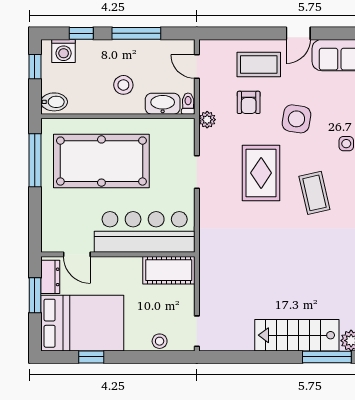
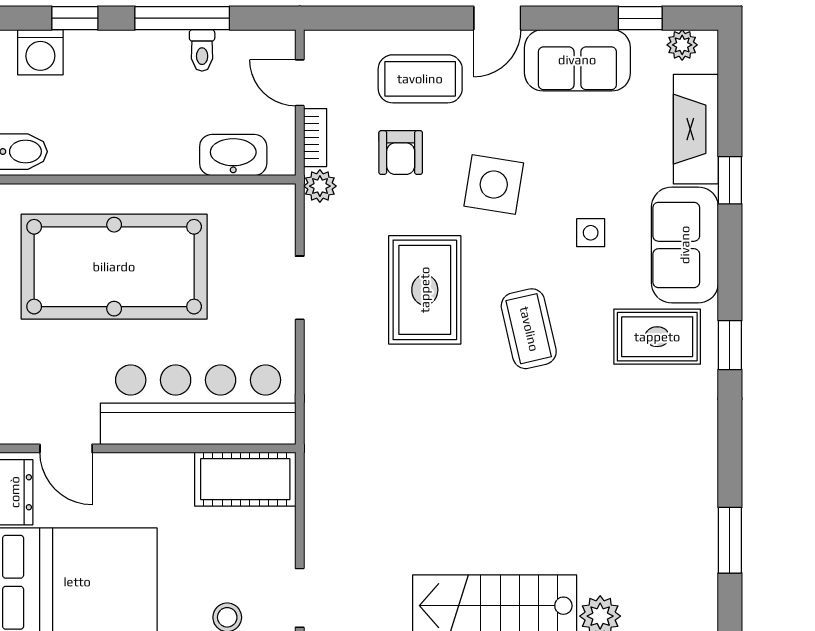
stool: (123, 85) -> (157, 119), removed
bookcase: (205, 95) -> (315, 138), added
toilet: (188, 104) -> (202, 50), moved, turned 180

